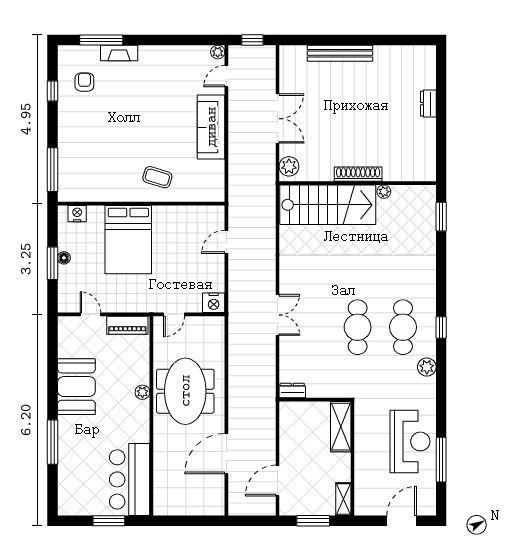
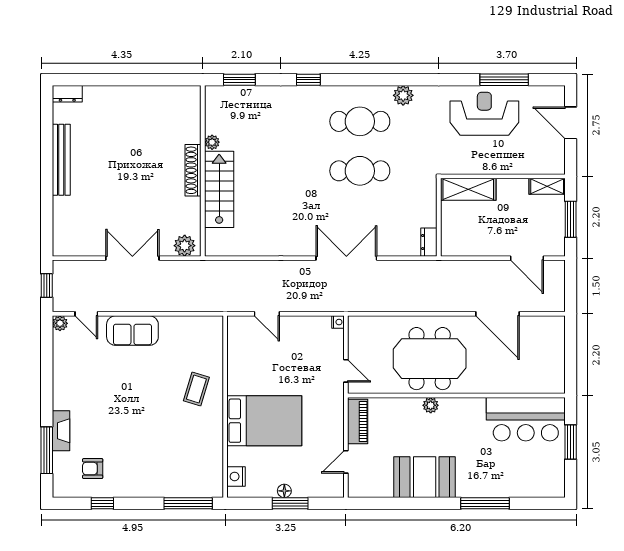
bench: (340, 53) -> (61, 160), moved
dresser: (428, 104) -> (67, 94), moved
sofa: (211, 127) -> (132, 331), width x0.73
stairs: (328, 205) -> (219, 189), width x0.73, depth x0.66
nightstand: (214, 303) -> (338, 322), width x0.53, depth x0.56
double door: (277, 315) -> (346, 258), width x1.37
window: (441, 327) -> (308, 80), moved

